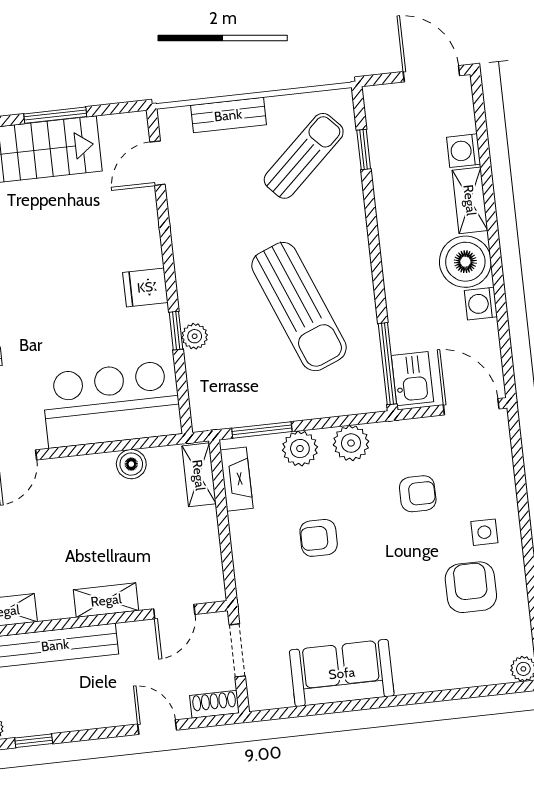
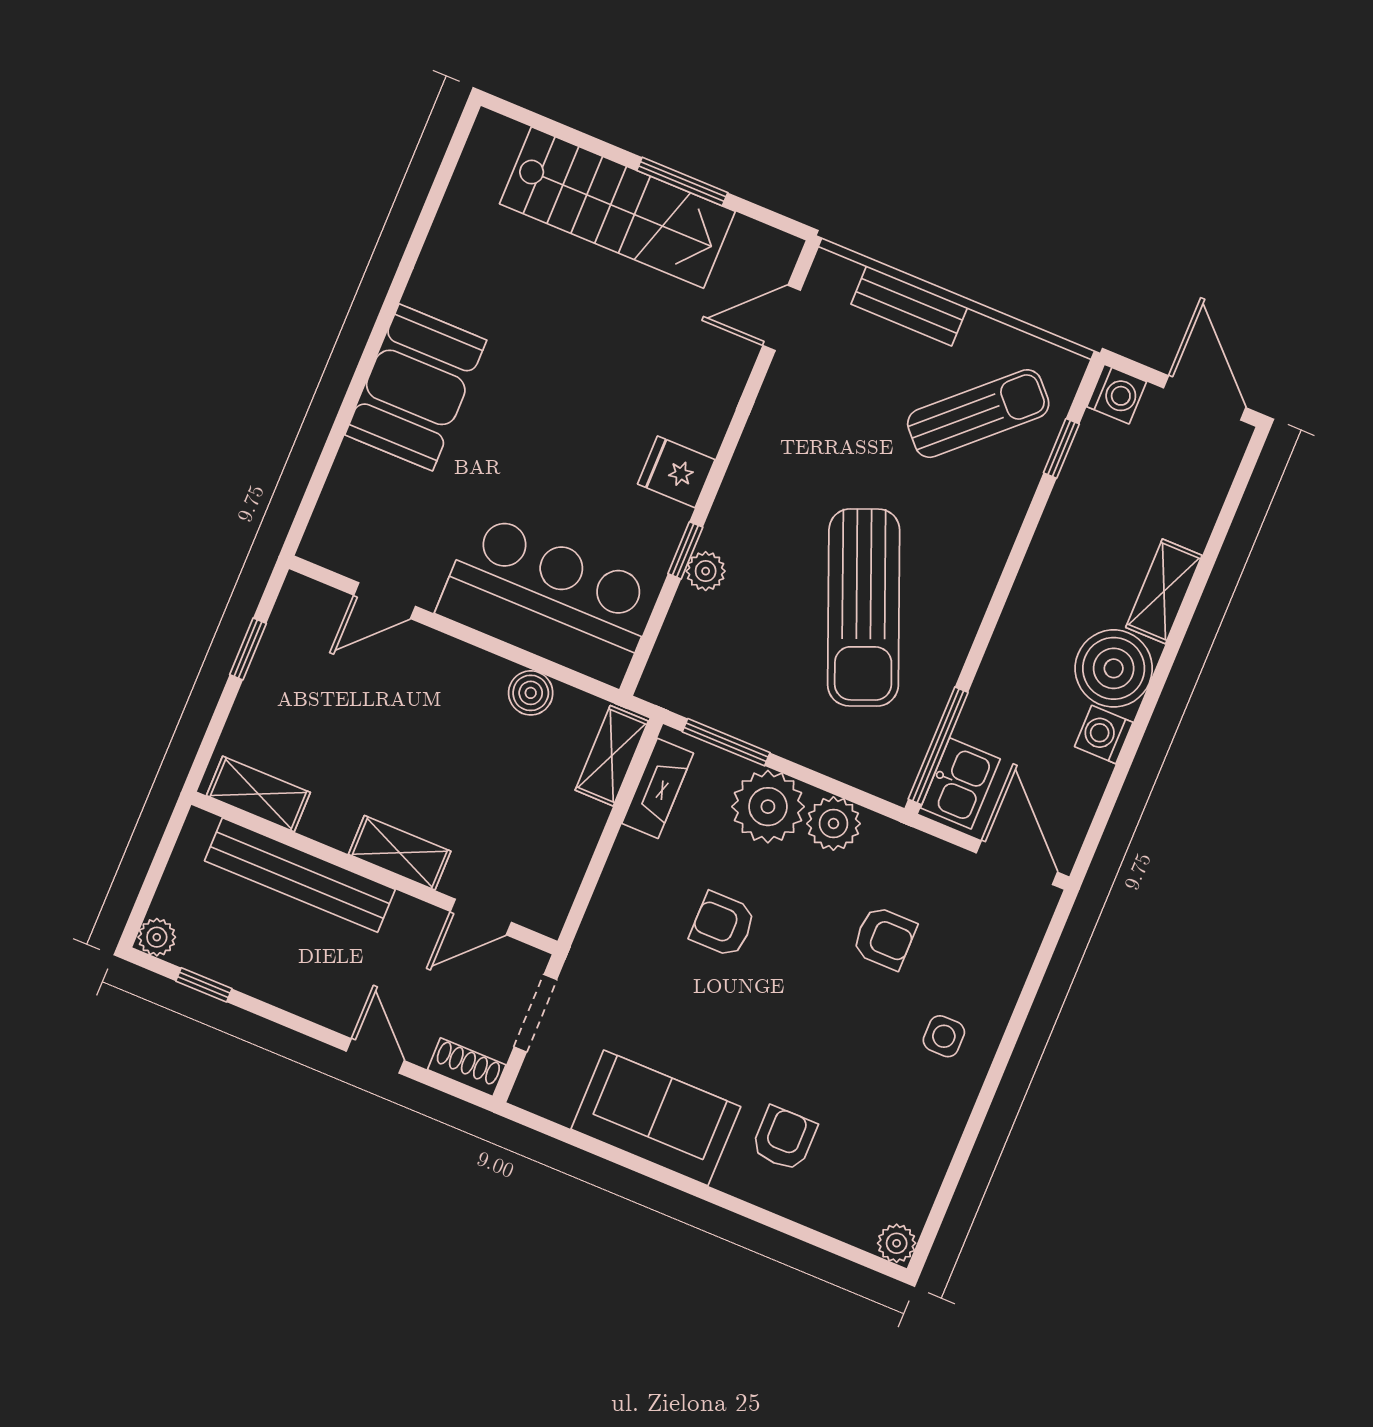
washing machine: (464, 151) -> (1117, 394), moved, turned 180
plant: (300, 449) -> (768, 807), width x1.36, depth x1.36
armchair: (471, 587) -> (784, 1138), moved, width x0.72, depth x0.72

